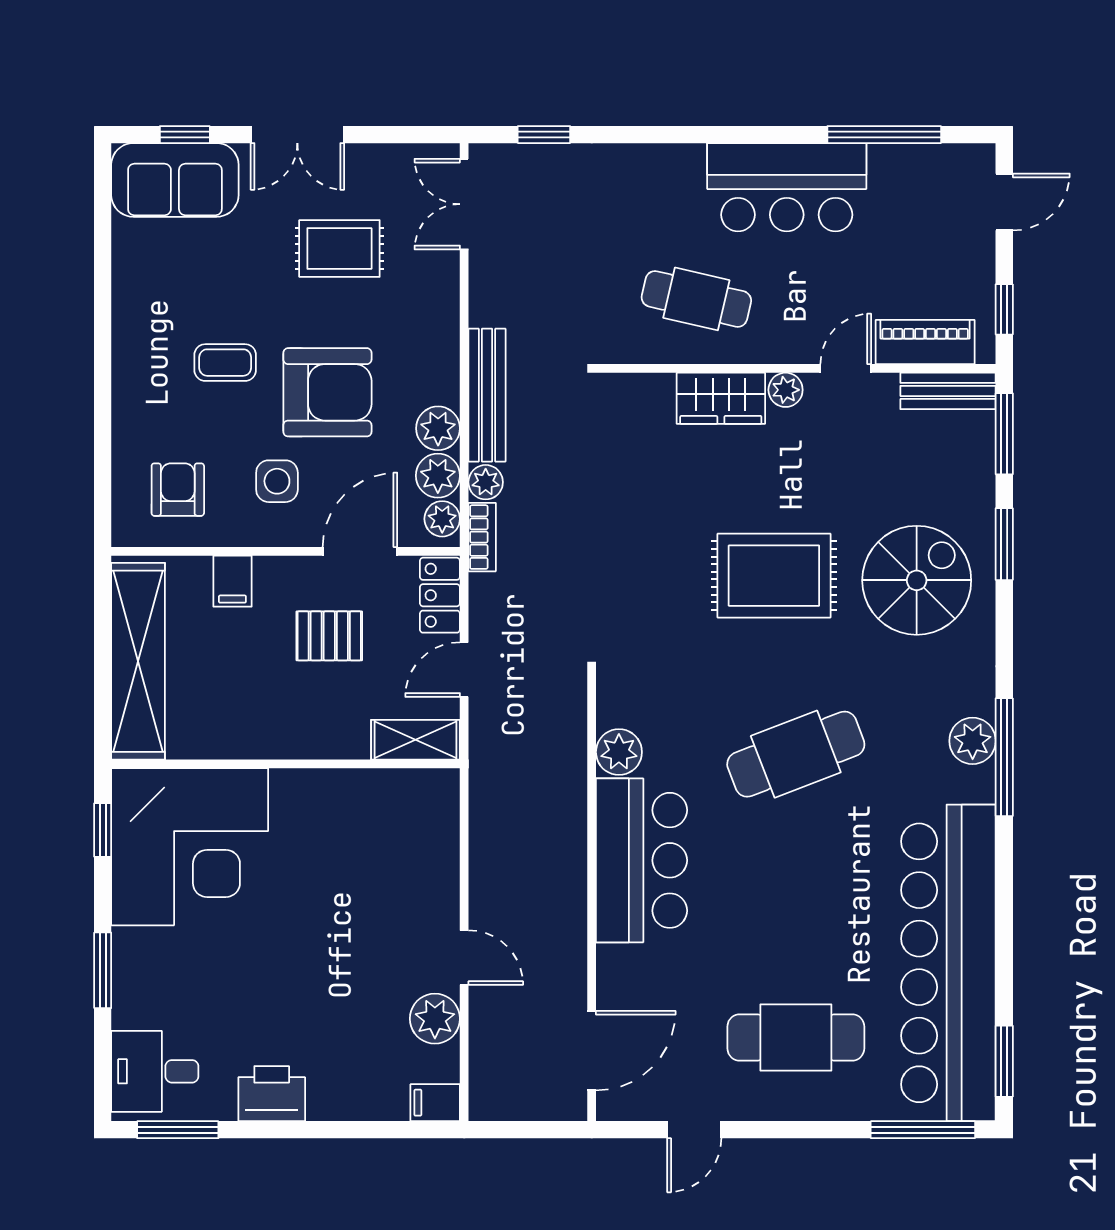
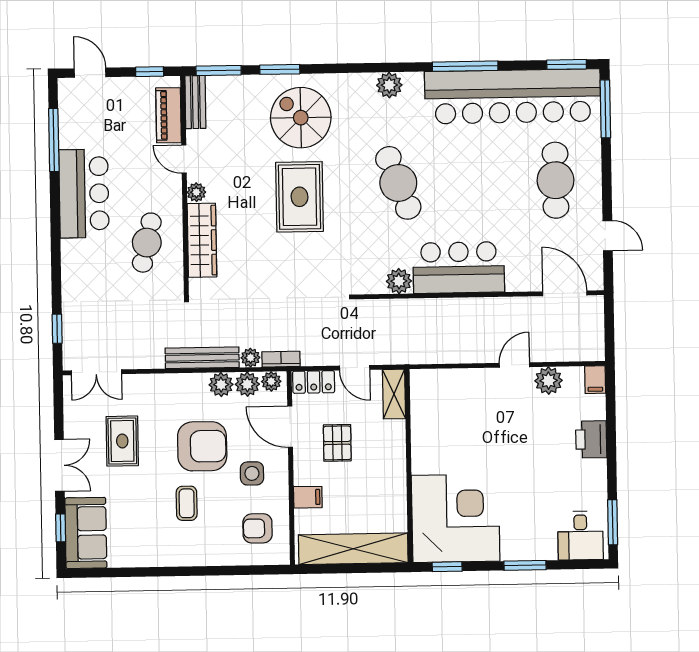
armchair: (327, 392) -> (202, 446), turned 90
wardrobe: (721, 398) -> (202, 240), width x1.50
window: (1004, 757) -> (465, 66), moved
printer: (272, 1094) -> (591, 439), moved

